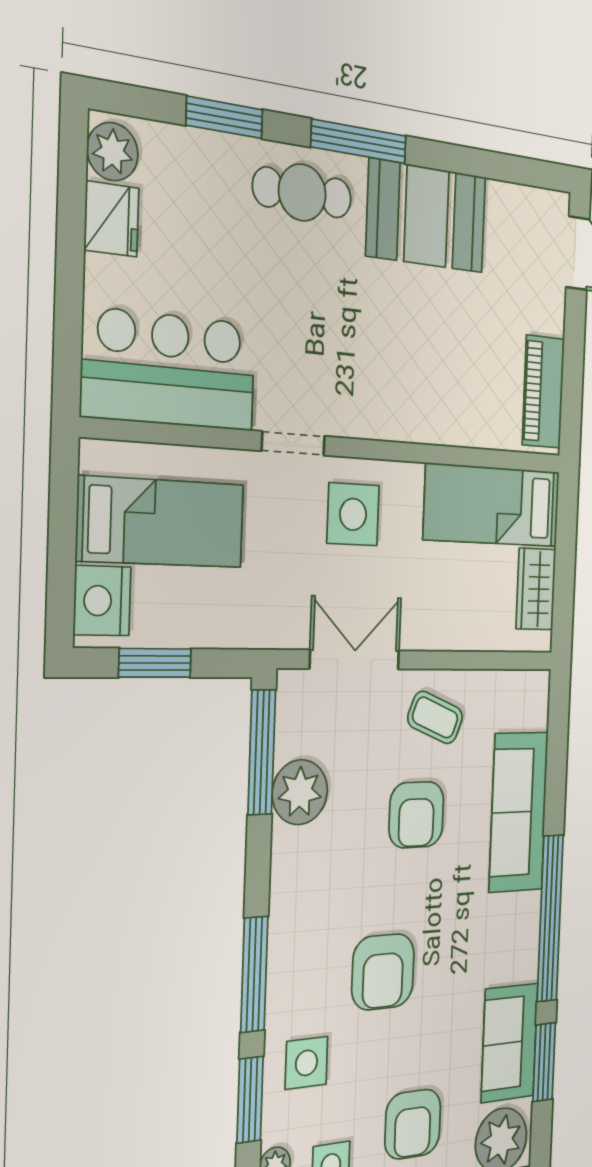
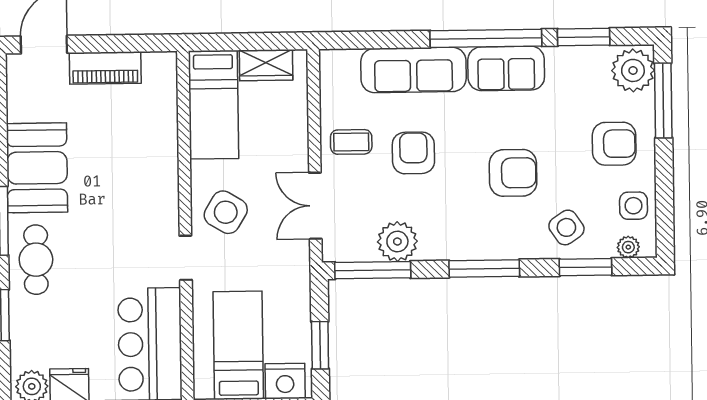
piano: (543, 392) -> (105, 68), moved
side table: (353, 514) -> (226, 212), turned 31
coffee table: (435, 717) -> (351, 142), turned 68
armchair: (416, 815) -> (413, 153), turned -90
window: (254, 974) -> (484, 269), moved
sofa: (510, 1043) -> (506, 68), moved
side table: (306, 1063) -> (566, 227), turned -34

